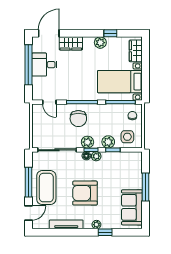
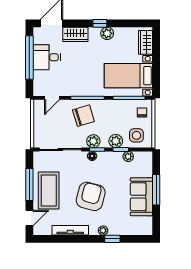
window: (110, 33) -> (100, 23), moved
door: (49, 102) -> (52, 98), hinge flipped
chair: (78, 119) -> (83, 116), turned -107
plant: (96, 156) -> (128, 156), moved
armchair: (85, 193) -> (91, 196), turned 105
sofa: (132, 207) -> (141, 197), moved

